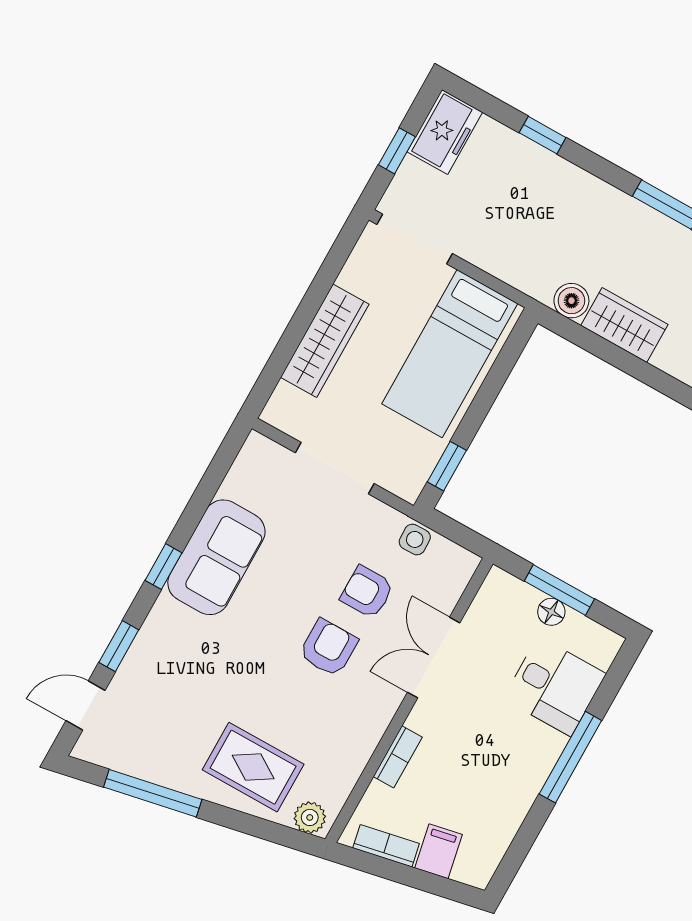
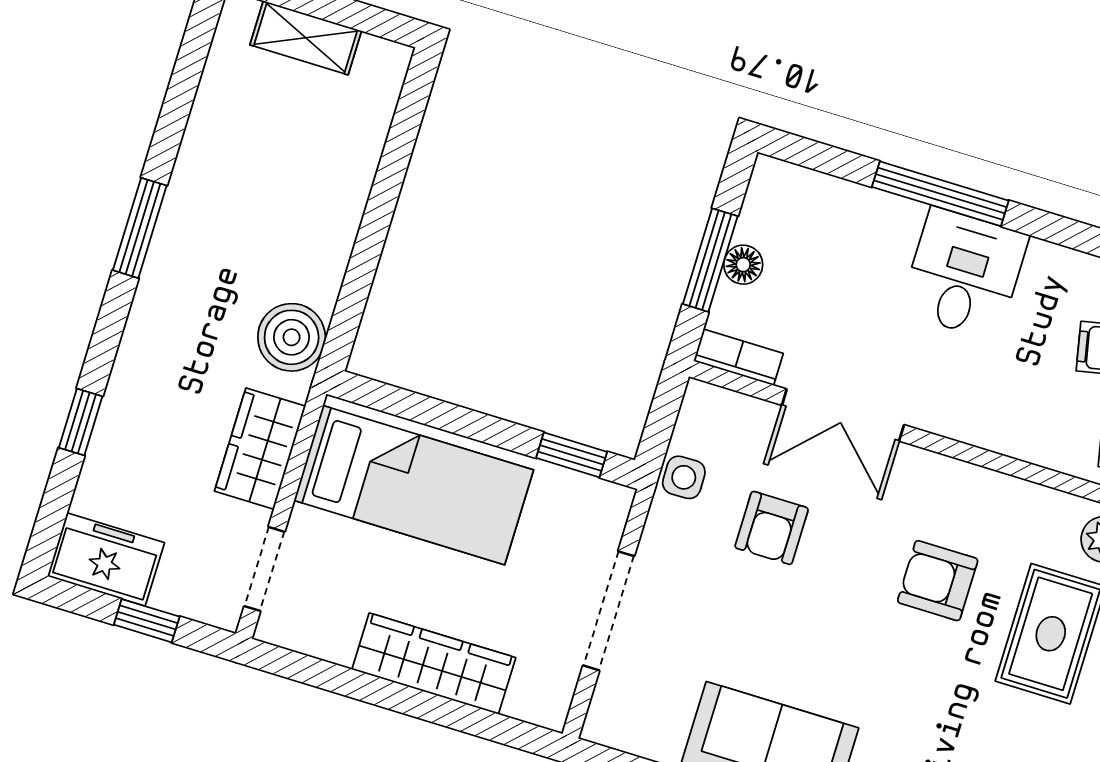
doorway: (415, 239) -> (264, 569), width x0.73
boiler: (571, 301) -> (292, 337), width x1.36, depth x1.36
wardrobe: (624, 325) -> (260, 449), moved
armchair: (328, 648) -> (938, 581), moved
desk: (555, 686) -> (964, 274), moved
bookcase: (398, 757) -> (738, 357), moved

